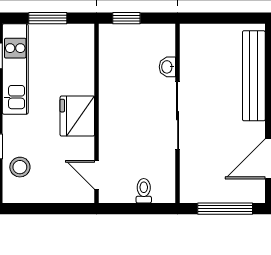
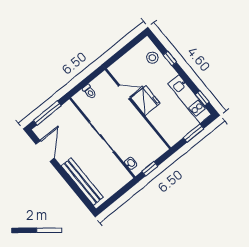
window: (126, 18) -> (150, 169), moved
washbasin: (167, 67) -> (131, 163), moved
door: (97, 175) -> (124, 92), moved

